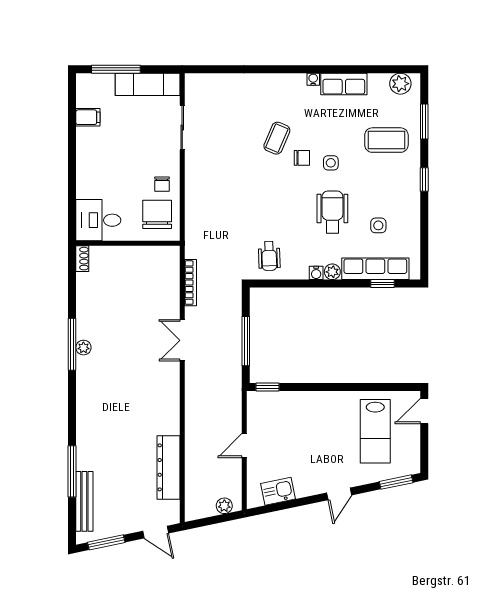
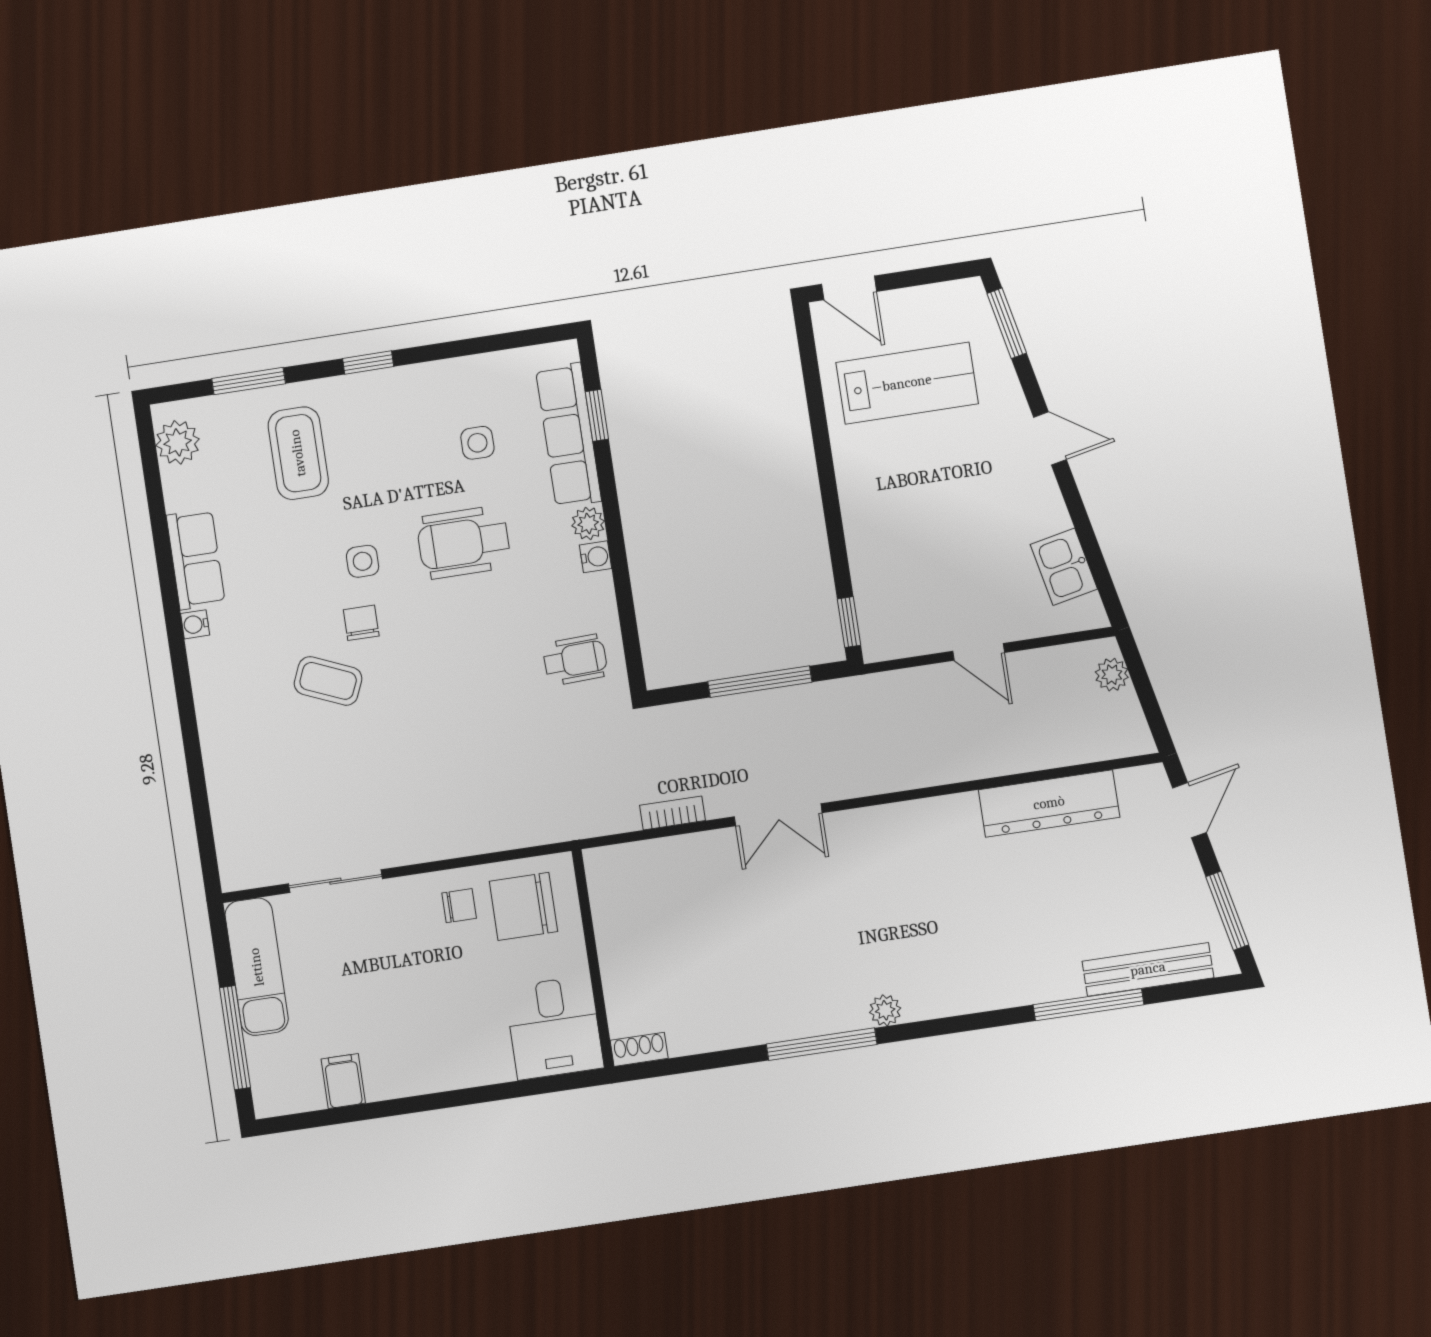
bookcase: (191, 283) -> (673, 813), width x0.64
plant: (83, 348) -> (885, 1010), moved

